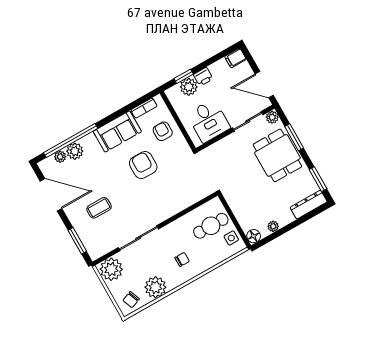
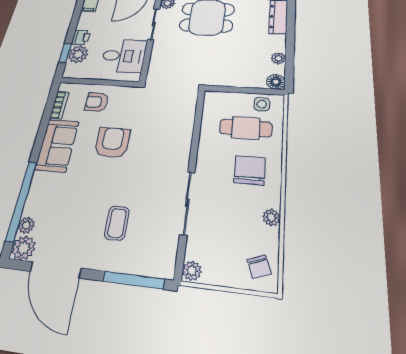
plant: (75, 151) -> (23, 248), moved
armchair: (143, 165) -> (112, 142), turned 90
door: (51, 195) -> (56, 270), swing flipped
cafe table: (211, 226) -> (246, 128), moved, turned 90
window: (77, 241) -> (134, 280), width x1.44
chair: (182, 259) -> (250, 170), width x1.87, depth x1.87
plant: (111, 269) -> (192, 271), width x0.53, depth x0.53
plant: (155, 287) -> (271, 217), width x0.53, depth x0.53

